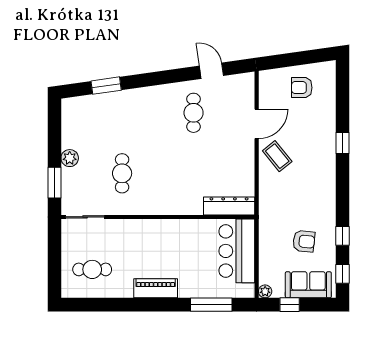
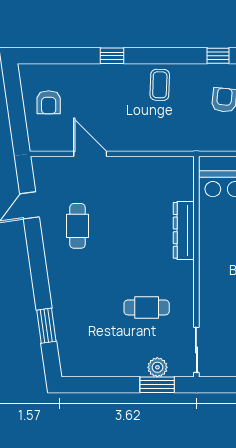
cafe table: (194, 113) -> (77, 226), turned 90
coffee table: (277, 156) -> (160, 85), moved, turned -49
plant: (70, 158) -> (157, 367), moved
dresser: (229, 206) -> (184, 230), moved

